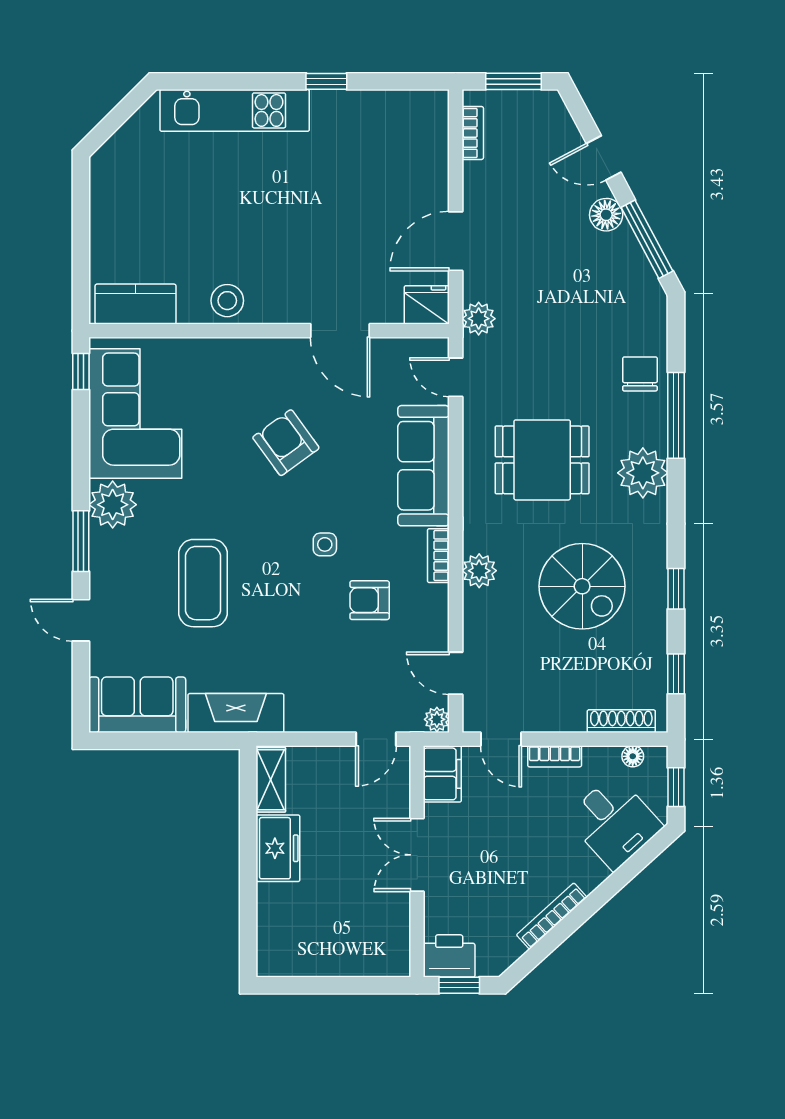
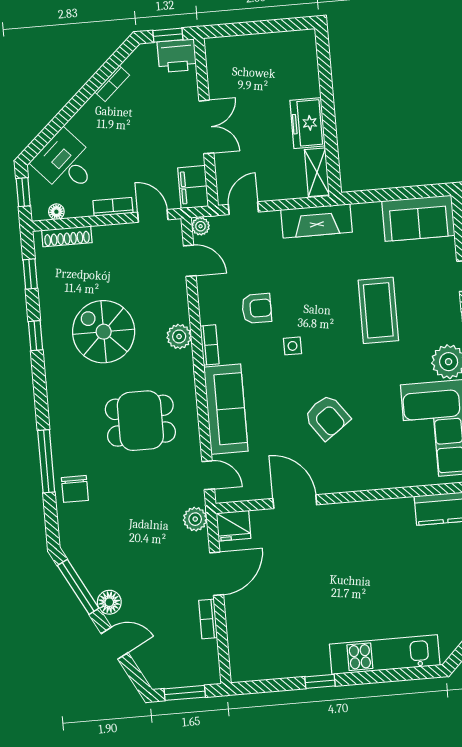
bookcase: (473, 133) -> (208, 619), moved
stool: (227, 301) -> (378, 516), removed
plant: (643, 473) -> (67, 417), removed
fireplace: (236, 713) -> (317, 221), moved
bookcase: (552, 916) -> (112, 84), width x0.64

